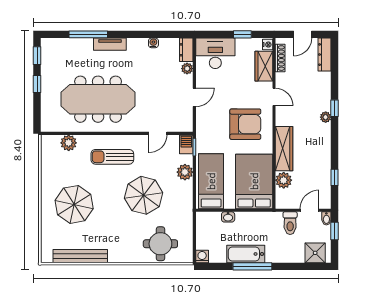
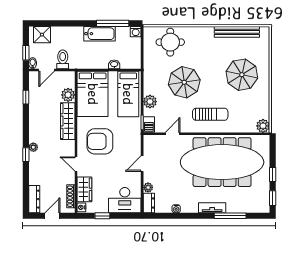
meeting table: (98, 99) -> (222, 162), width x1.36, depth x1.27
plant: (69, 143) -> (263, 126), moved
window: (252, 266) -> (113, 23), moved

